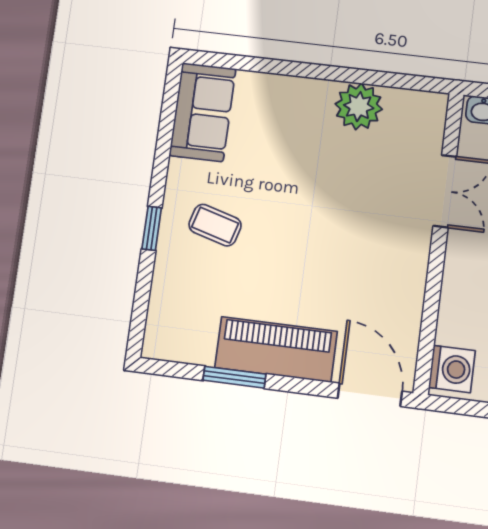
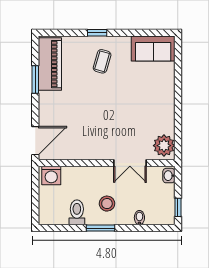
plant: (359, 107) -> (164, 146), moved
piano: (276, 350) -> (50, 64), moved

